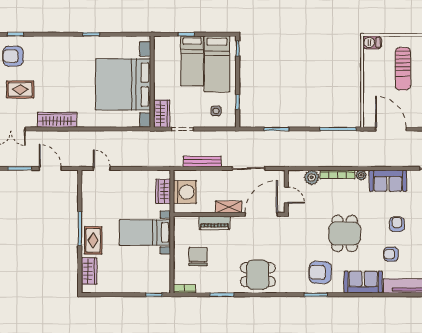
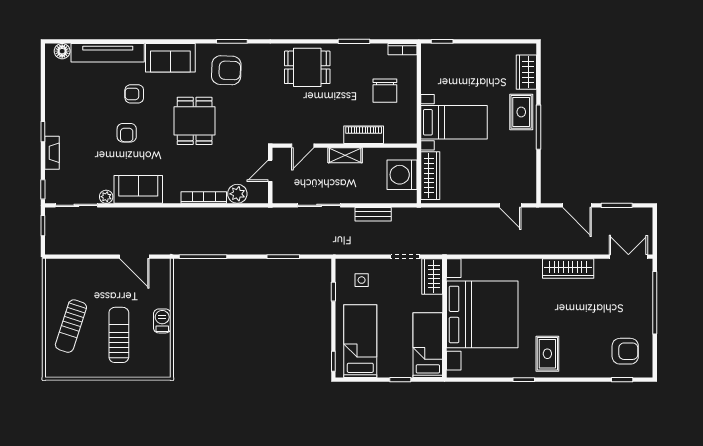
barbecue: (372, 42) -> (162, 321), moved, turned -90
bed: (192, 61) -> (428, 345), moved
rug: (20, 89) -> (547, 354), moved, turned 90
door: (391, 129) -> (134, 257), width x0.73
bench: (202, 162) -> (373, 214), width x0.73
plant: (361, 175) -> (106, 197), moved
wardrobe: (163, 191) -> (430, 176), width x1.50
door: (286, 195) -> (270, 171), hinge flipped
door: (261, 214) -> (303, 146), width x0.53
armchair: (391, 254) -> (134, 94), turned 180

